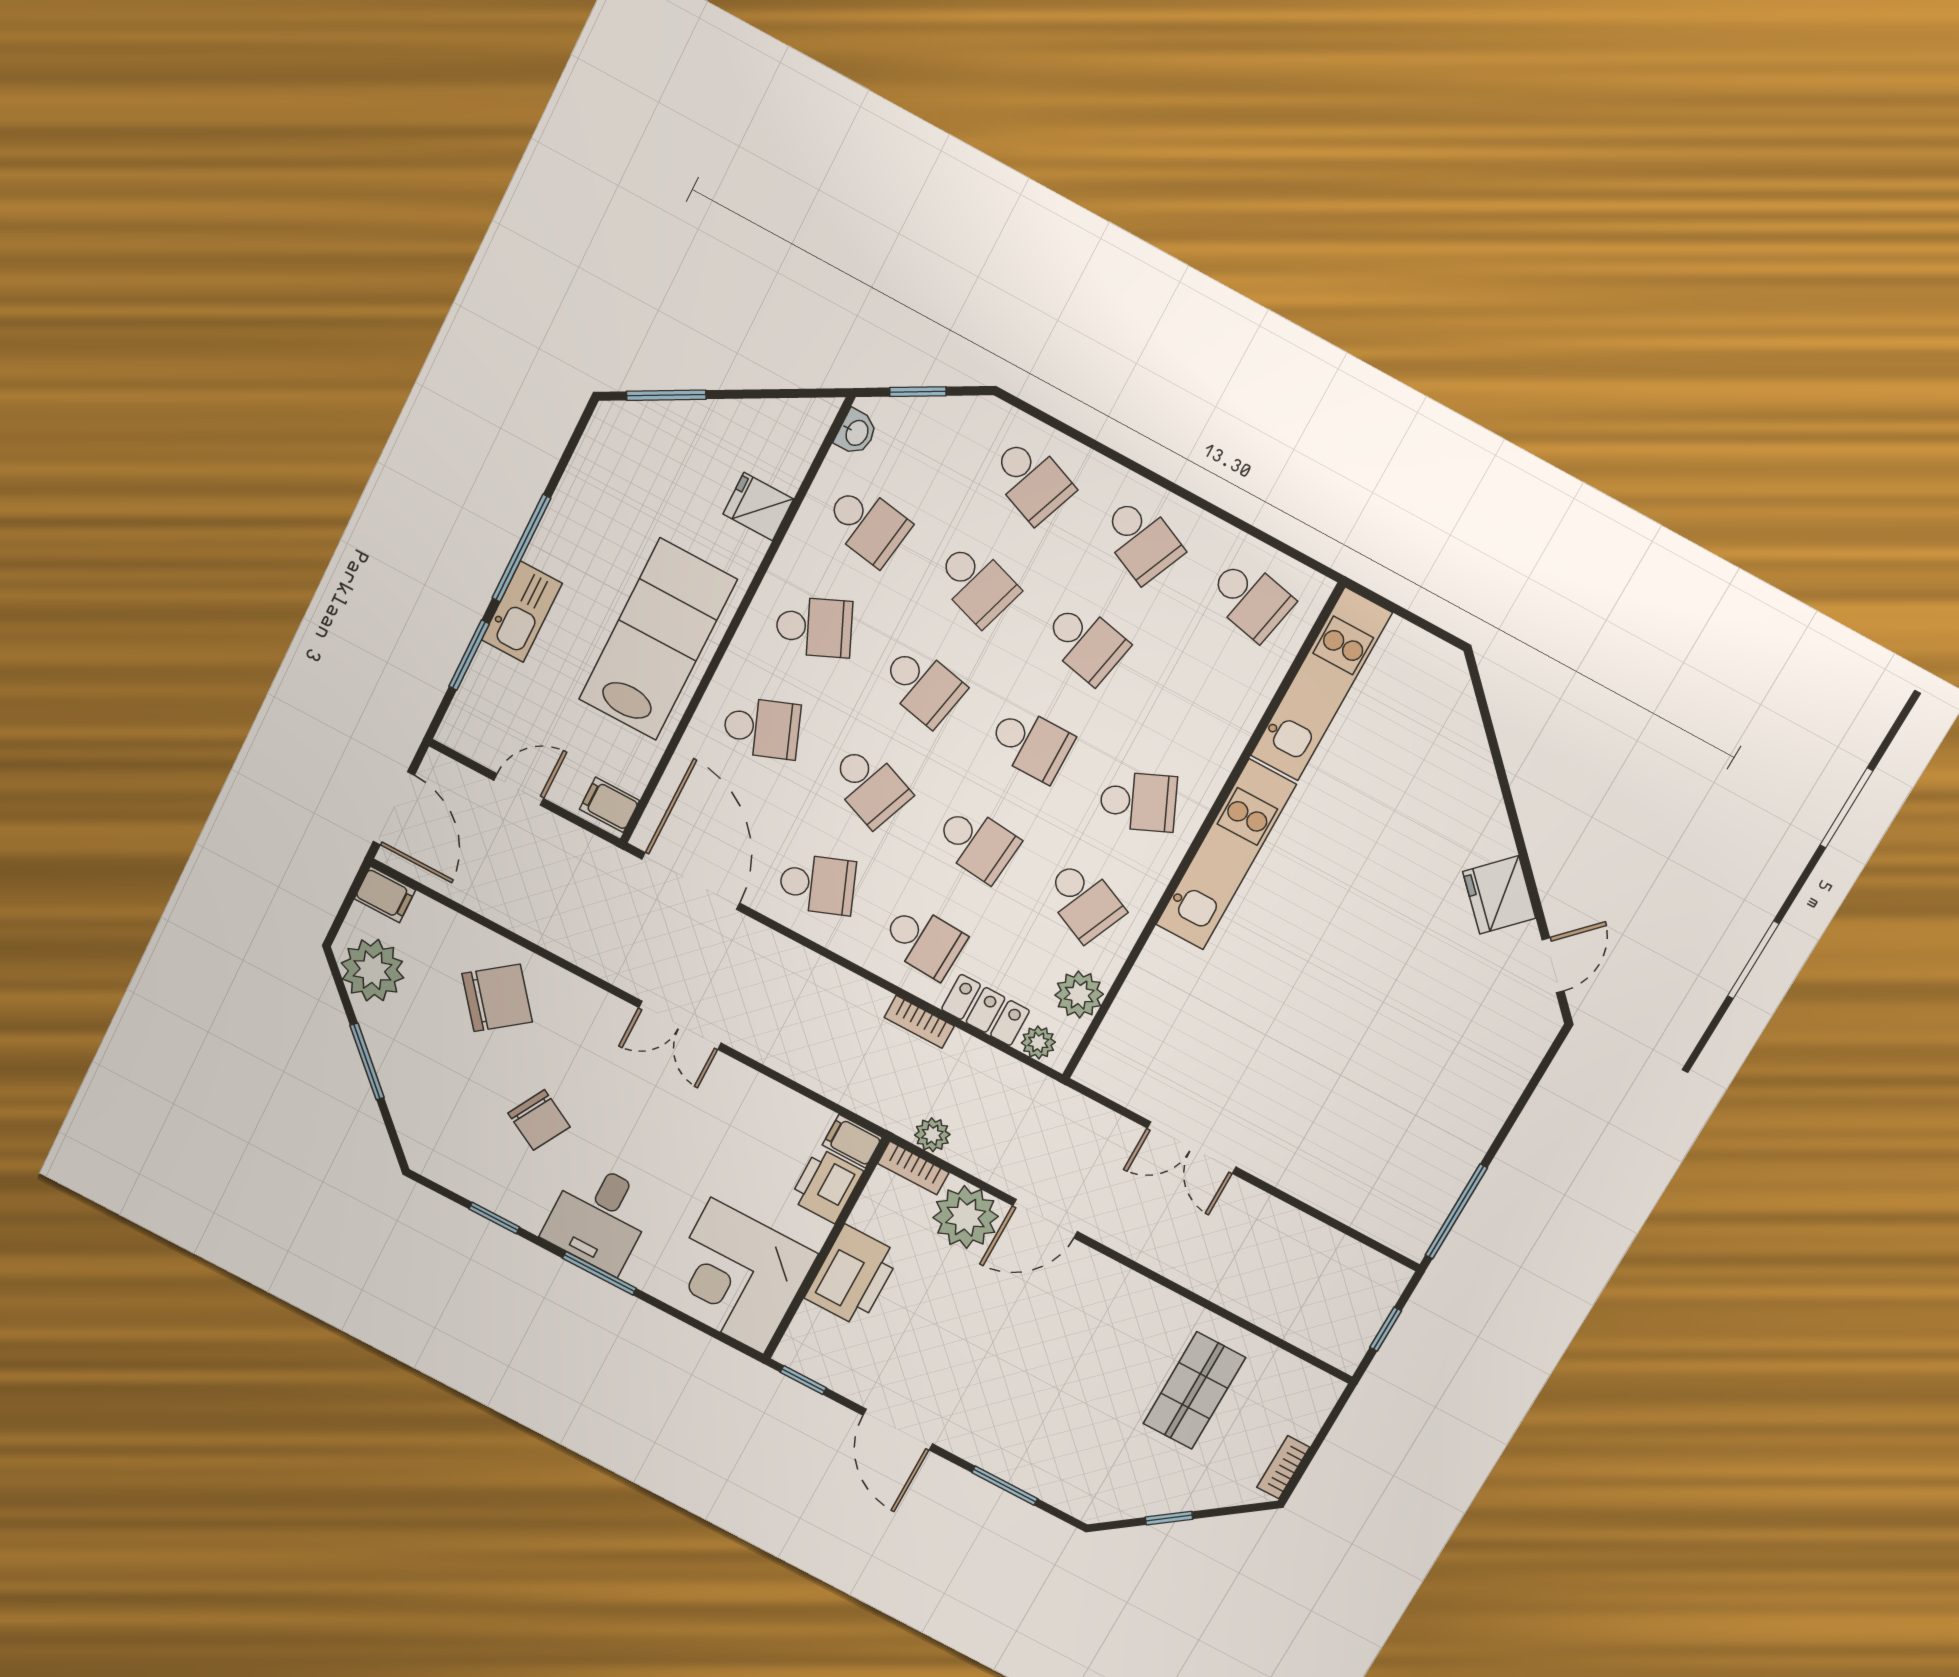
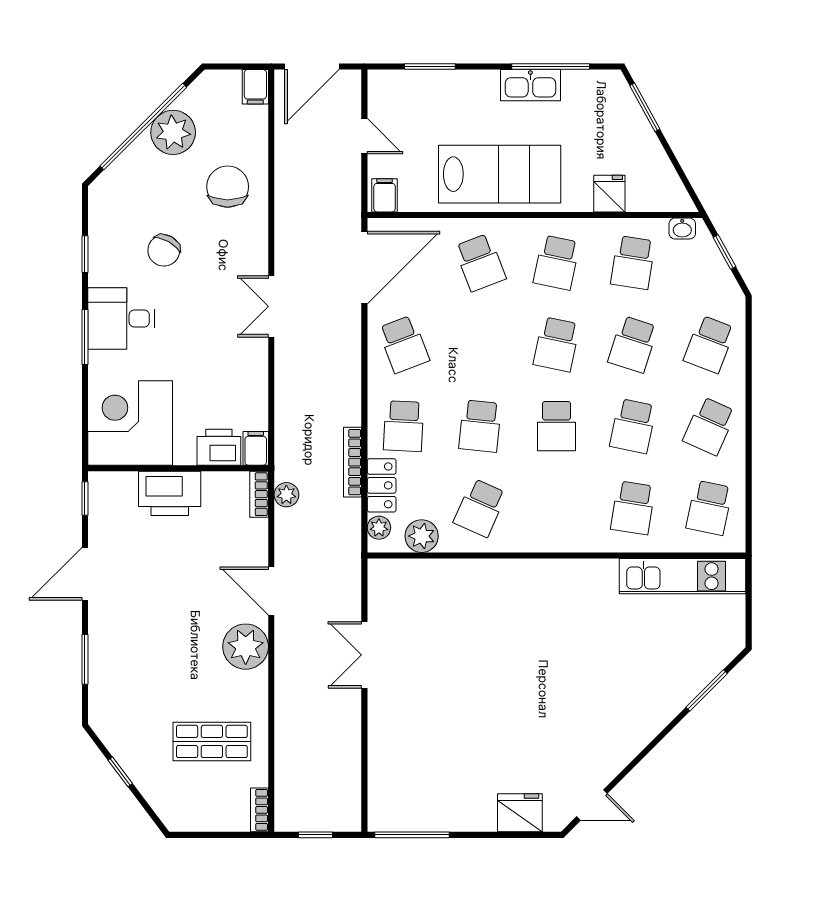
window: (521, 548) -> (551, 66), moved
kitchen sink: (522, 612) -> (530, 85), moved
school desk: (814, 627) -> (556, 263), turned 36
window: (1491, 734) -> (707, 690), added
school desk: (870, 786) -> (480, 344), removed
school desk: (1138, 802) -> (633, 508), moved, turned 33
kitchen unit: (1226, 855) -> (553, 576), removed
fridge: (1499, 895) -> (520, 813), moved, turned 45
plant: (372, 970) -> (173, 132), moved
chair: (497, 998) -> (228, 187), turned -142
bookcase: (919, 1022) -> (353, 462), width x1.56
window: (367, 1062) -> (143, 127), width x2.11
plant: (966, 1217) -> (246, 647), moved
bookcase: (1283, 1467) -> (260, 810), moved, turned -90

